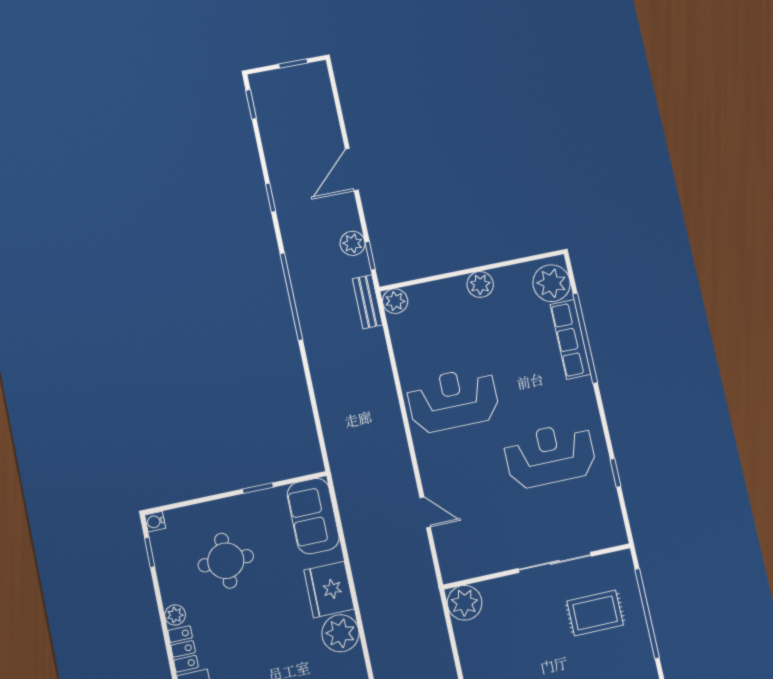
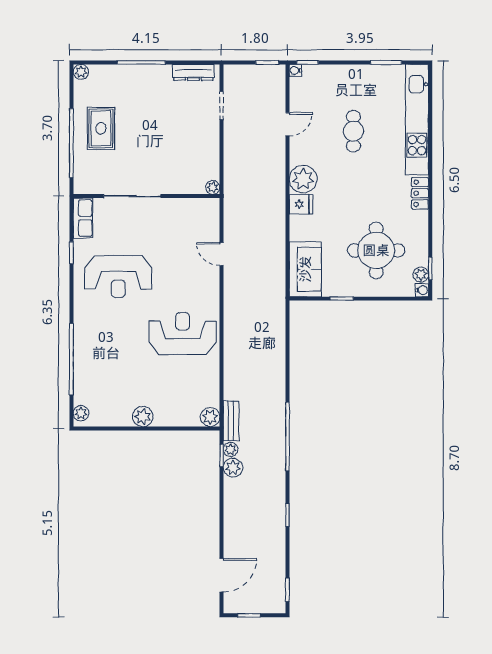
door: (352, 170) -> (222, 575), moved
plant: (360, 266) -> (231, 449), added
plant: (552, 283) -> (81, 413), width x0.53, depth x0.53
row of seats: (570, 339) -> (83, 218), moved, width x0.68
reception desk: (453, 400) -> (183, 333), turned 180
round table: (226, 561) -> (376, 250), width x1.36, depth x1.36
fridge: (329, 590) -> (301, 204), width x0.53, depth x0.75
plant: (465, 603) -> (213, 187), width x0.53, depth x0.53
rug: (595, 613) -> (101, 128), moved, turned 90
plant: (175, 615) -> (421, 275), moved

